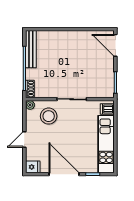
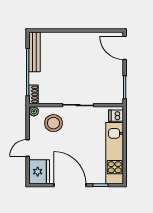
fridge: (33, 167) -> (39, 172), width x1.88, depth x1.34

